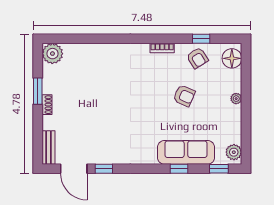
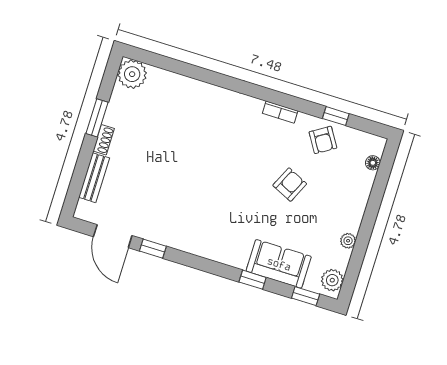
floor lamp: (232, 58) -> (373, 163), width x0.53, depth x0.53
armchair: (184, 96) -> (290, 185), turned -89
plant: (236, 99) -> (348, 241), moved
bench: (49, 148) -> (94, 178), moved
sofa: (186, 152) -> (279, 264), width x0.73

